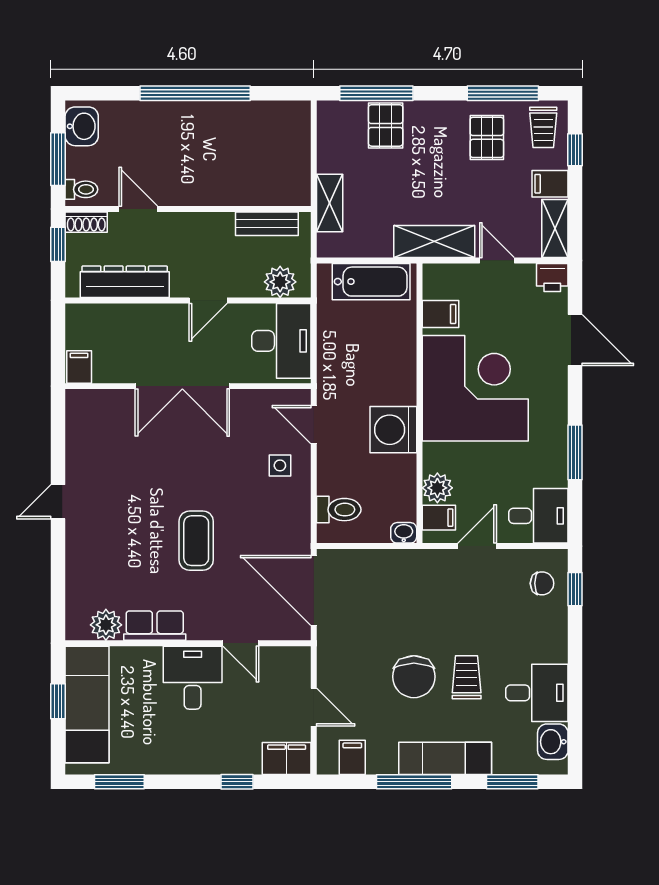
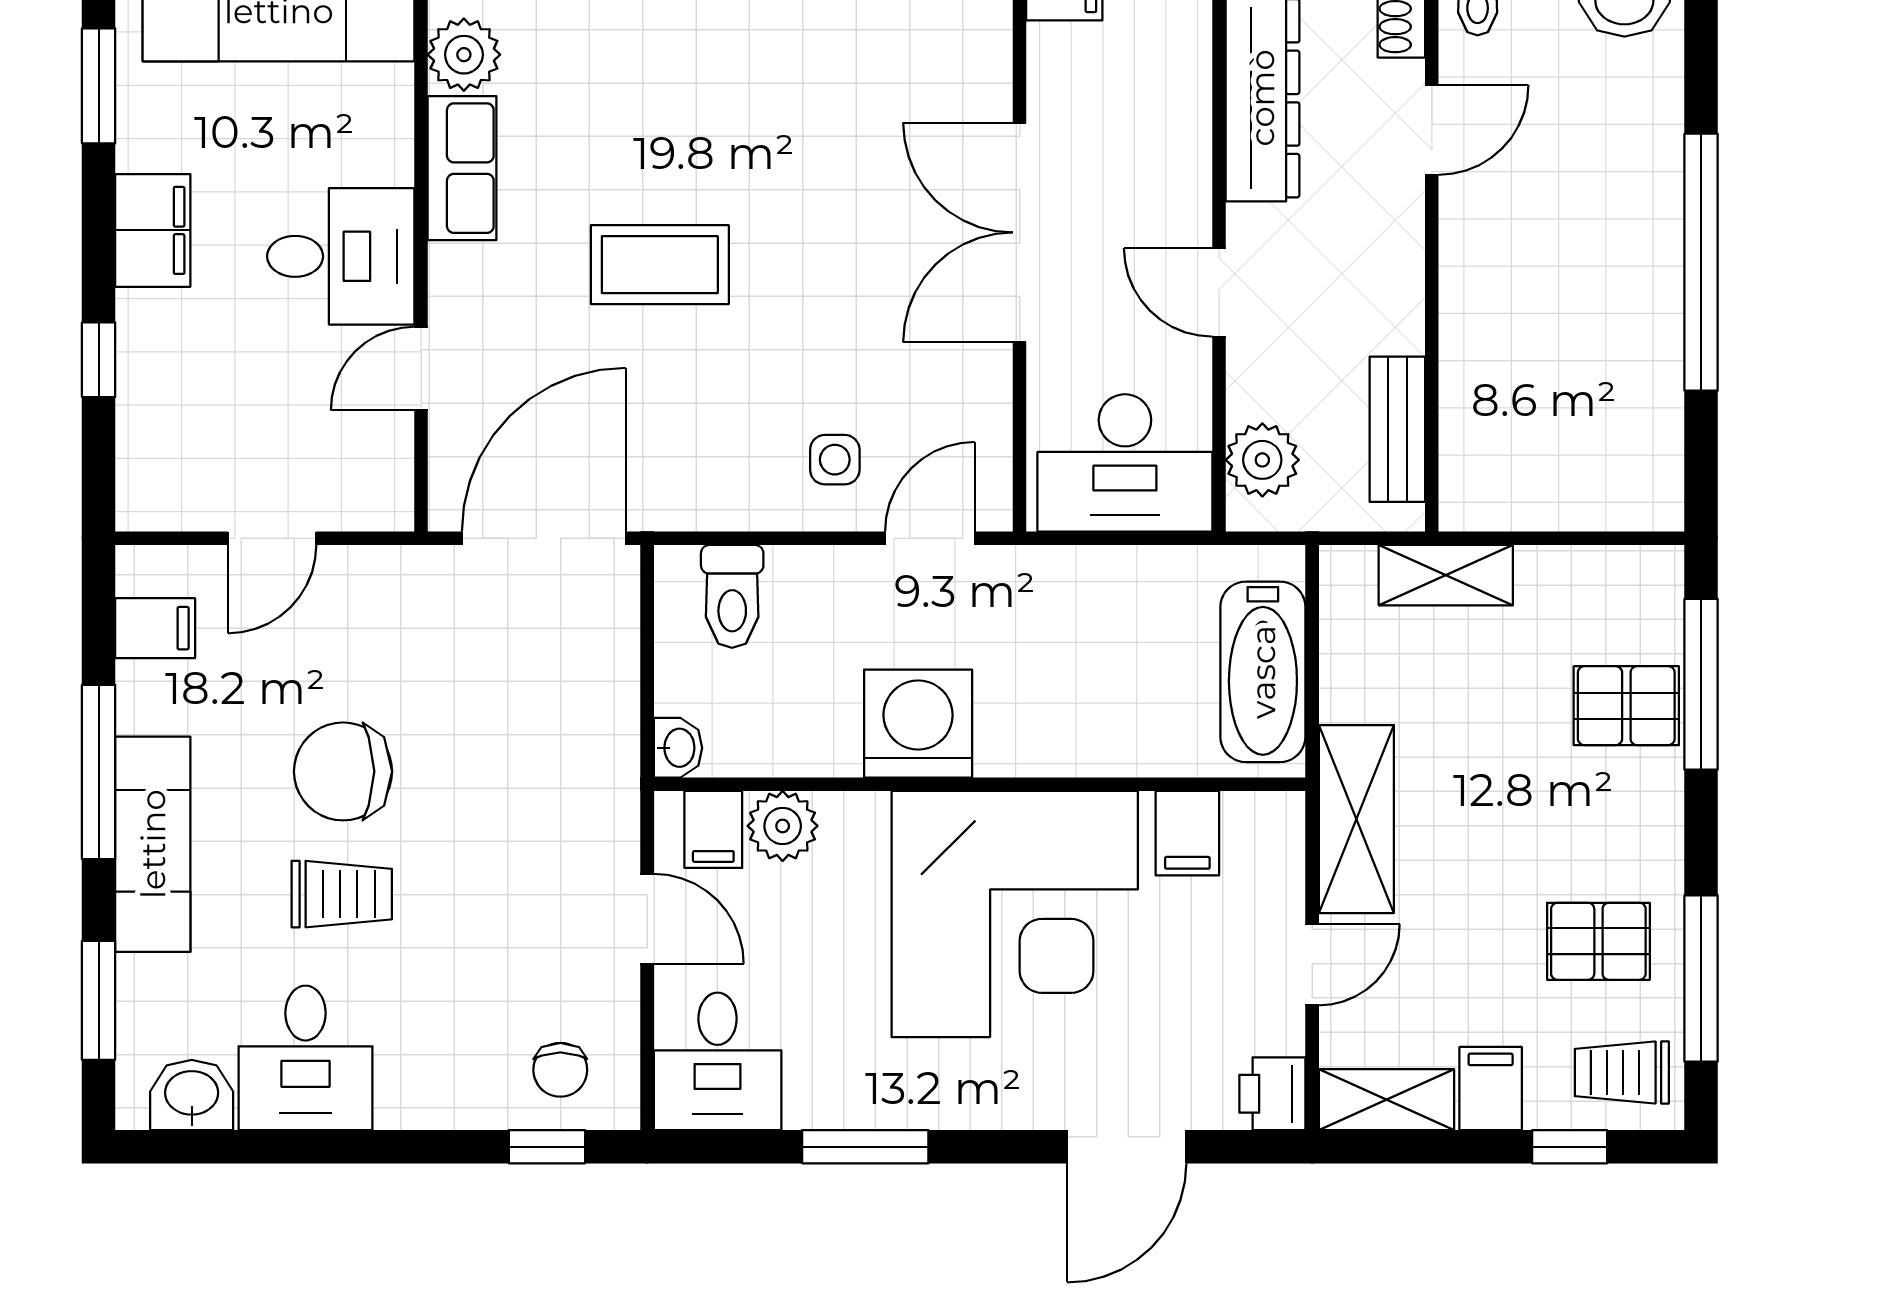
filing cabinet: (287, 758) -> (153, 230), moved

